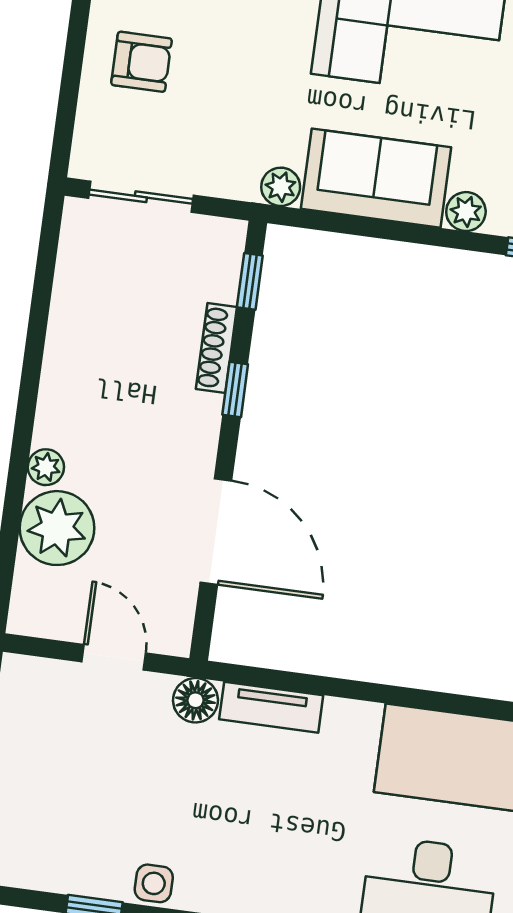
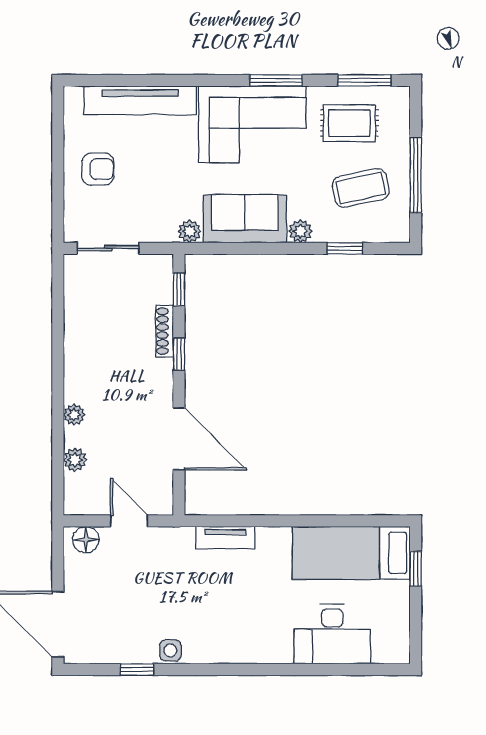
plant: (57, 528) -> (75, 460), width x0.53, depth x0.53
floor lamp: (195, 700) -> (86, 540), moved

